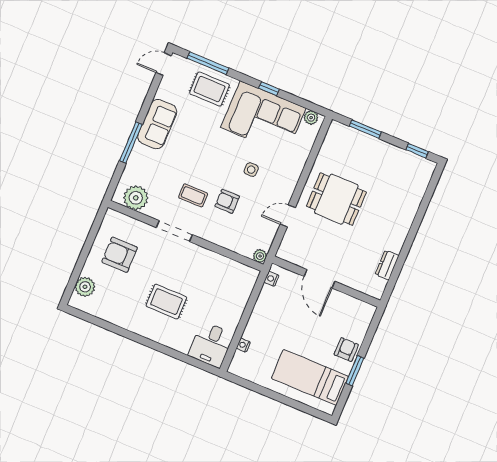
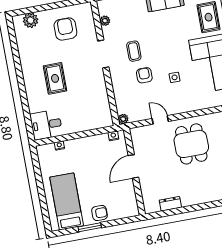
plant: (136, 198) -> (105, 21), width x0.53, depth x0.53

